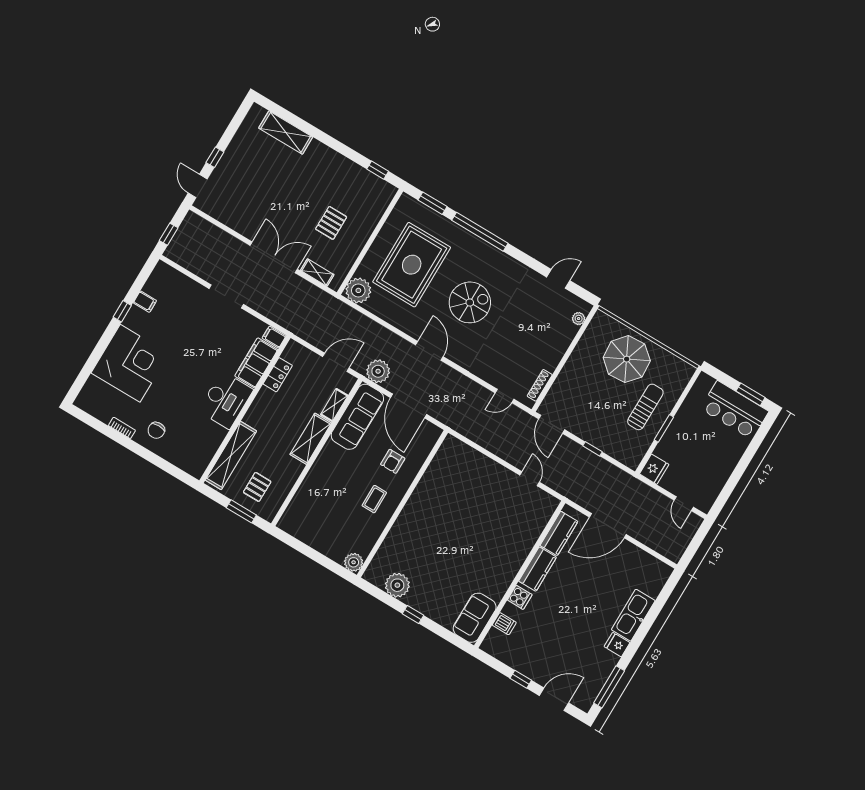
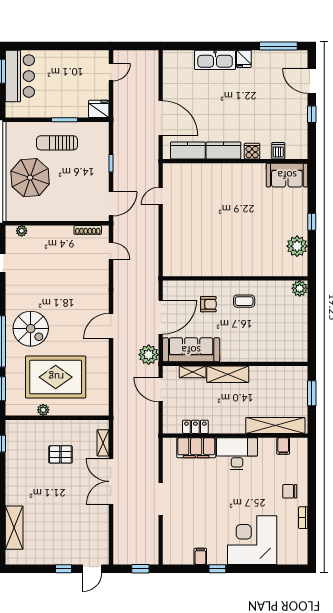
plant: (358, 290) -> (43, 410), moved, width x0.53, depth x0.53
spiral stairs: (470, 302) -> (31, 329), moved, turned 180
filing cabinet: (274, 337) -> (283, 446), moved
chair: (156, 430) -> (290, 491), turned 180
pallet: (257, 487) -> (287, 392), removed

